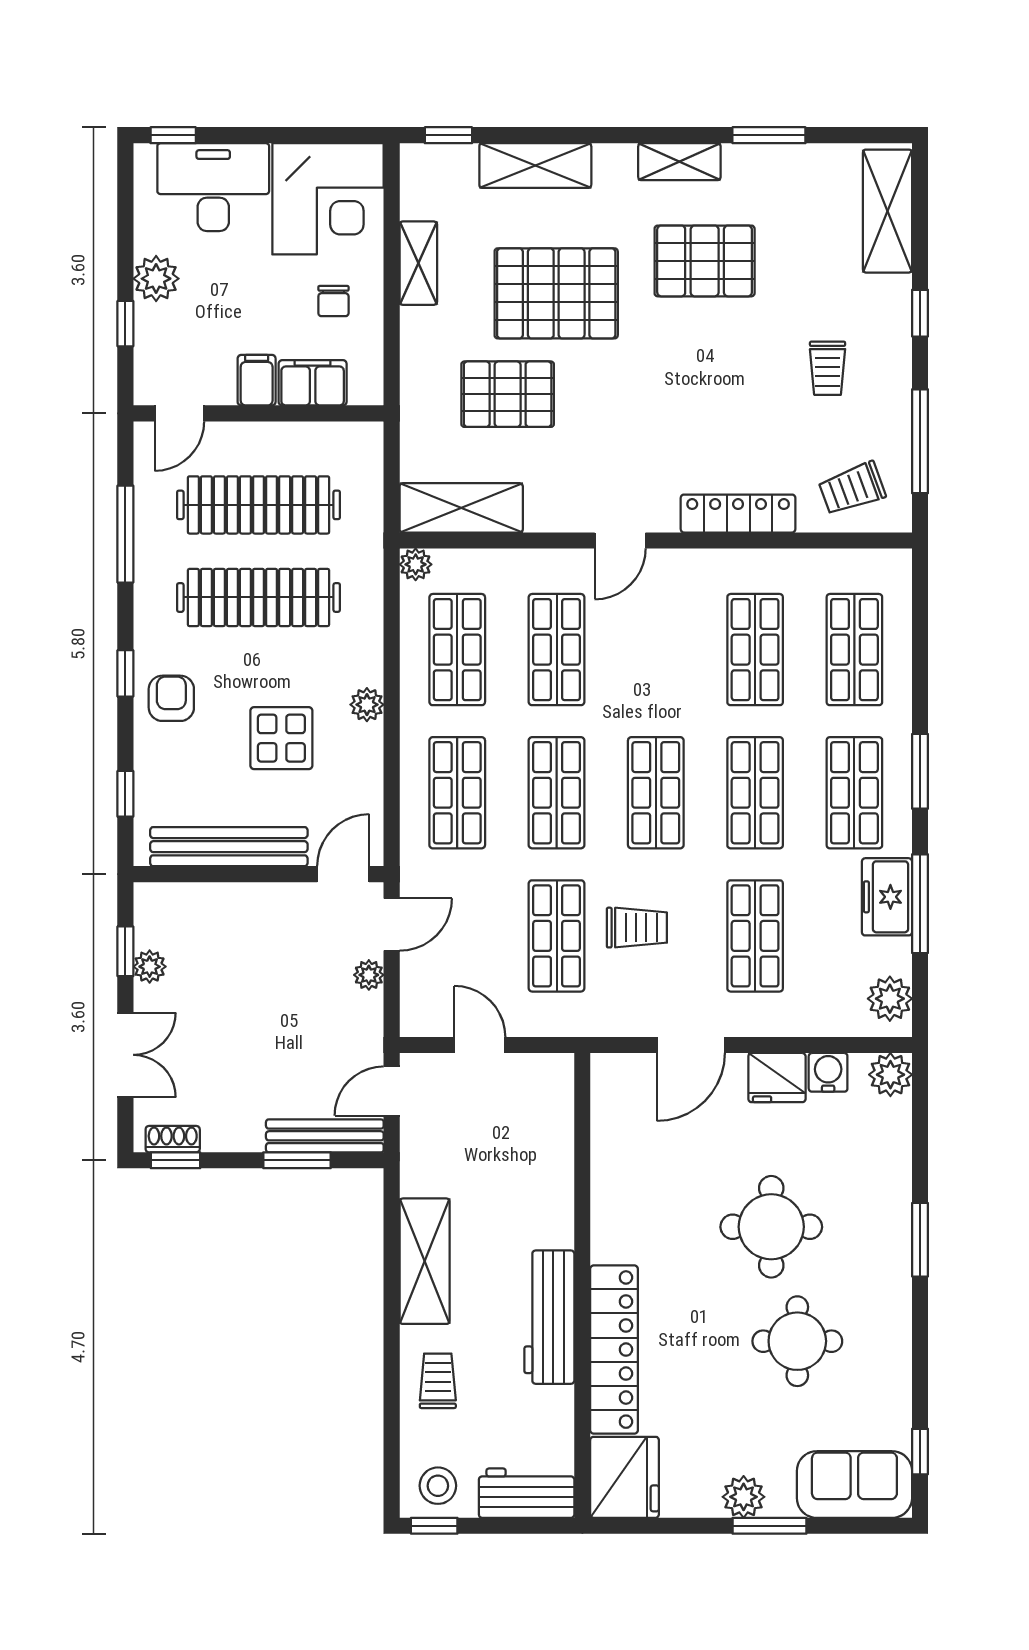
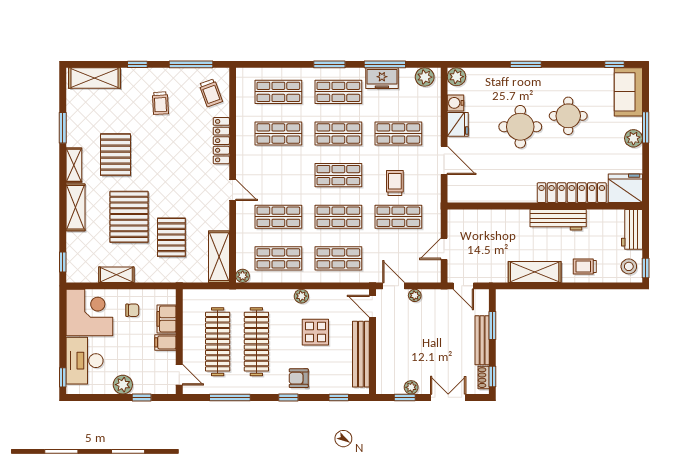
shelving: (535, 166) -> (75, 207), moved
trolley: (828, 368) -> (160, 103), turned 87
bench: (325, 1136) -> (482, 340), moved

